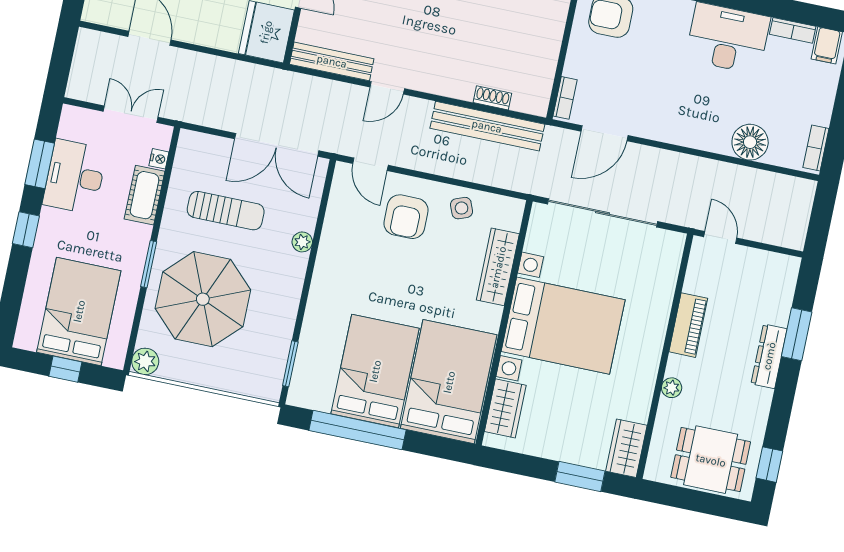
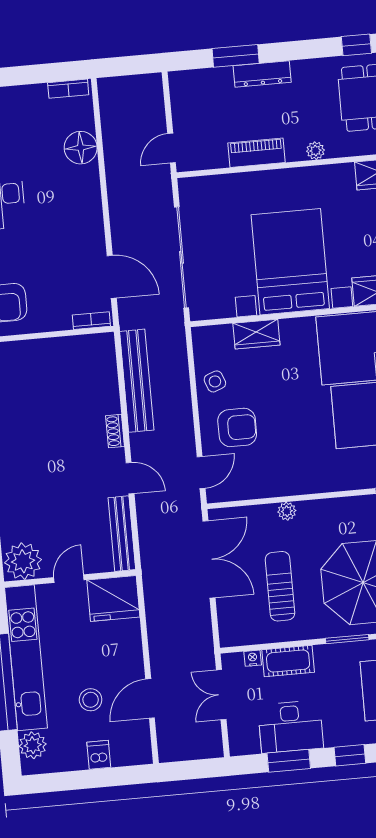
shoe rack: (492, 98) -> (115, 431), moved
wardrobe: (498, 267) -> (256, 334), width x0.67

